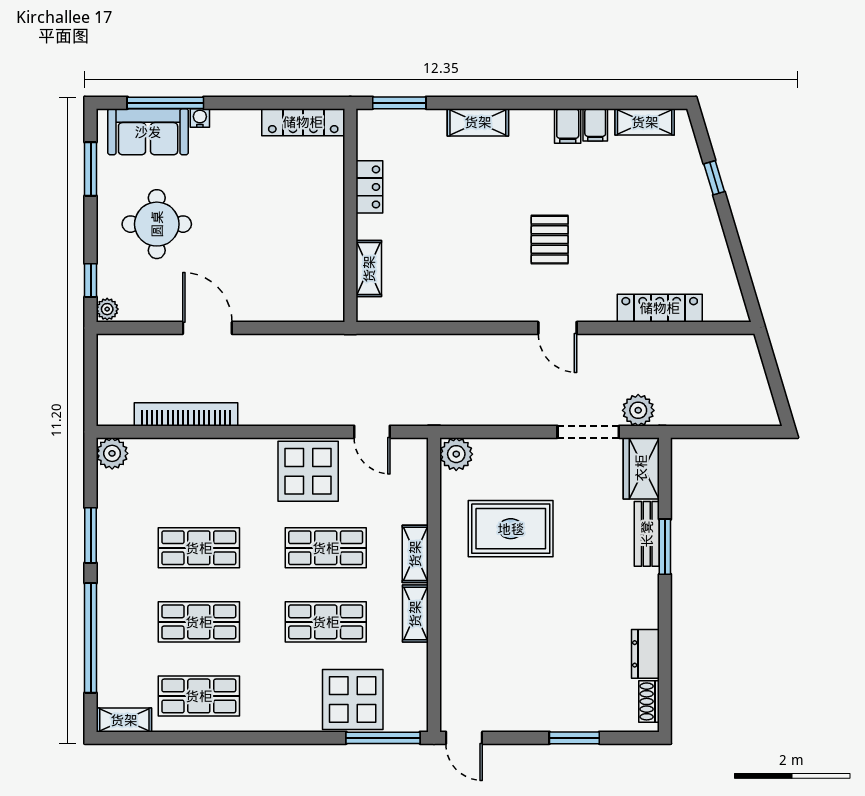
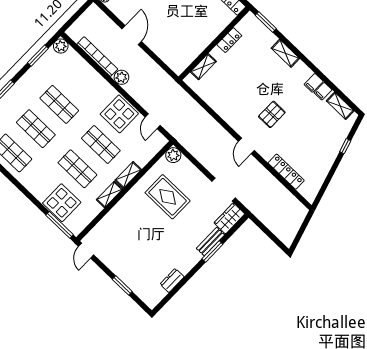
plant: (638, 410) -> (121, 77), moved
window: (91, 535) -> (38, 56), moved
shoe rack: (649, 701) -> (158, 297), removed

